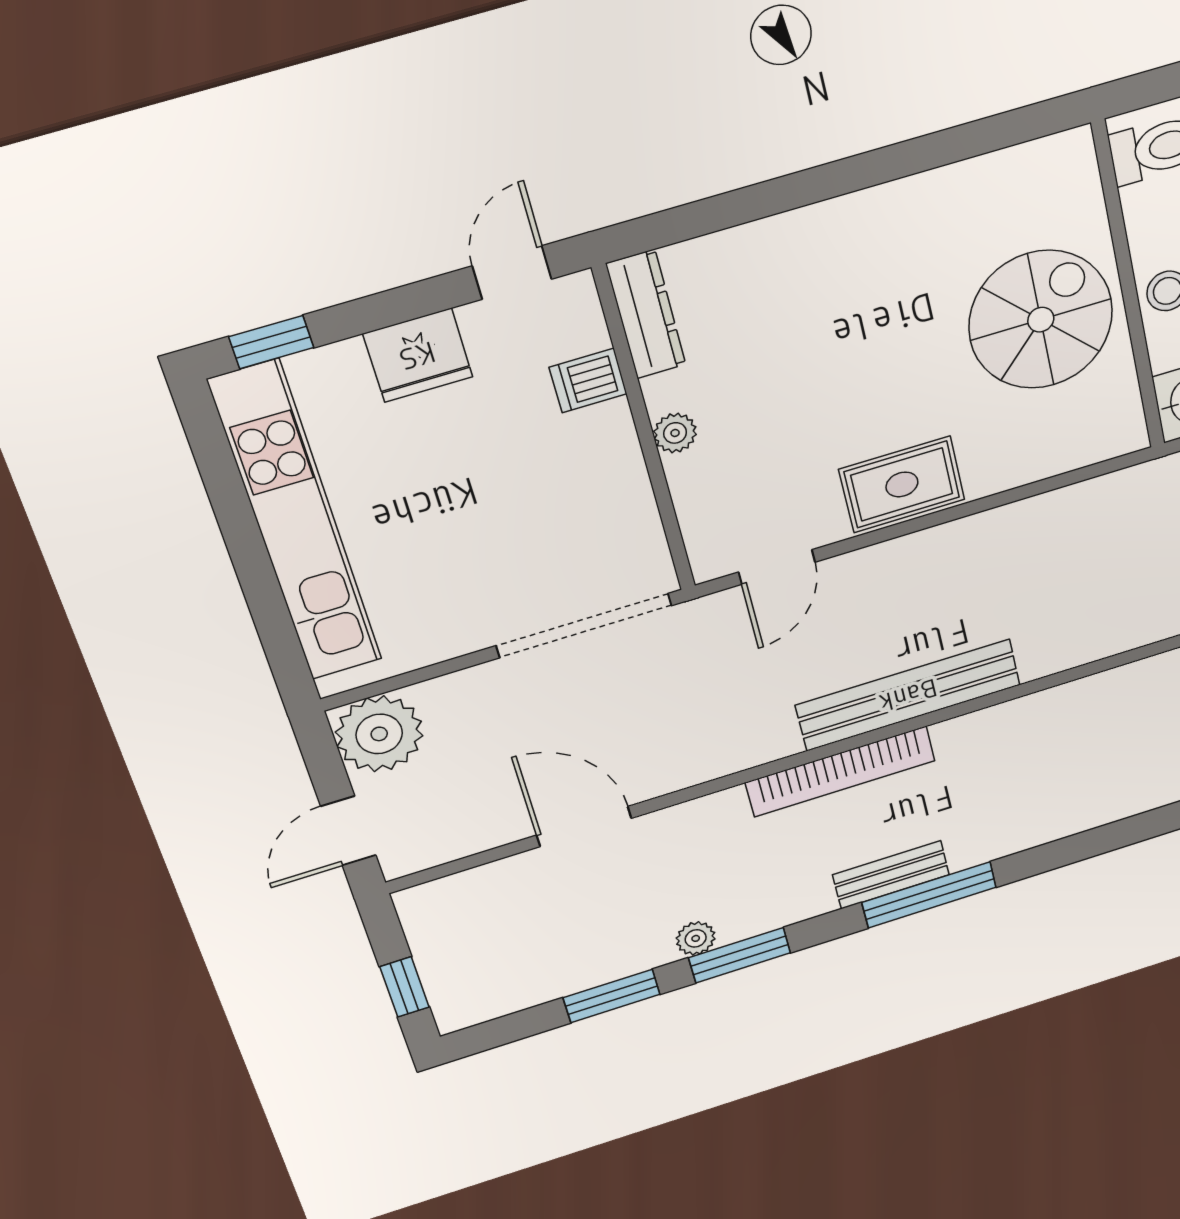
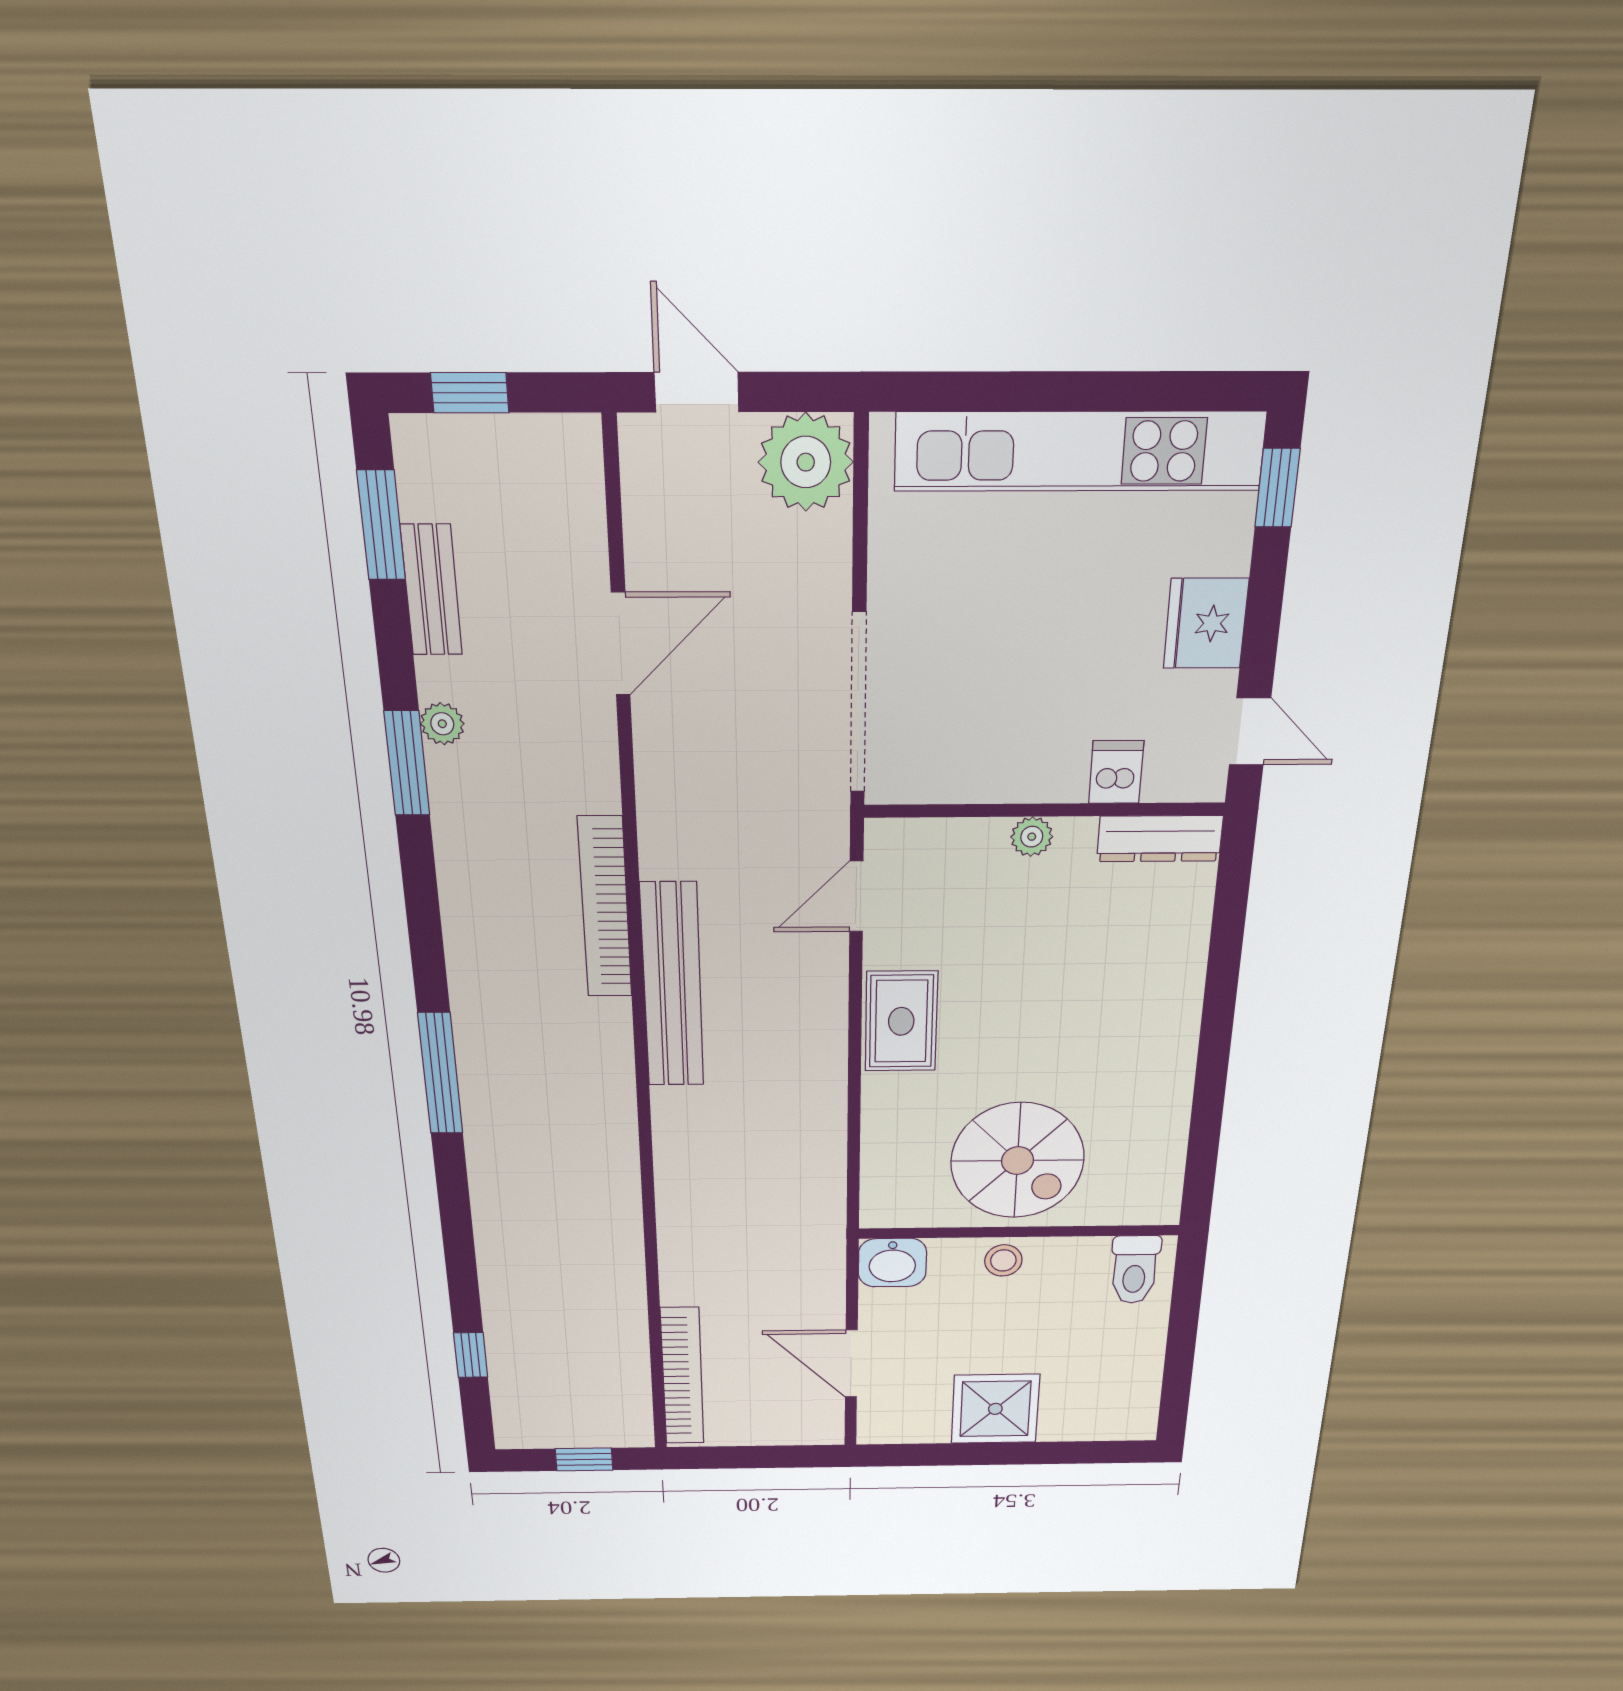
door: (777, 567) -> (856, 896), hinge flipped
bench: (891, 875) -> (431, 590), moved
window: (929, 895) -> (440, 1074), moved
window: (612, 996) -> (381, 525), moved

